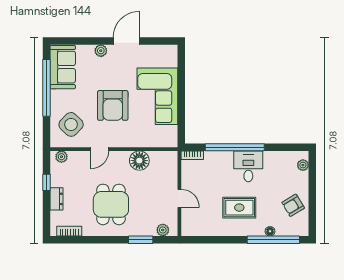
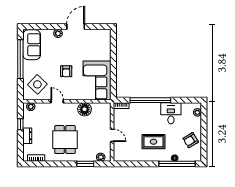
corner sofa: (157, 96) -> (97, 81), moved
armchair: (113, 105) -> (66, 71), width x0.53, depth x0.53
door: (100, 149) -> (57, 101), swing flipped
desk: (248, 166) -> (171, 113), moved

